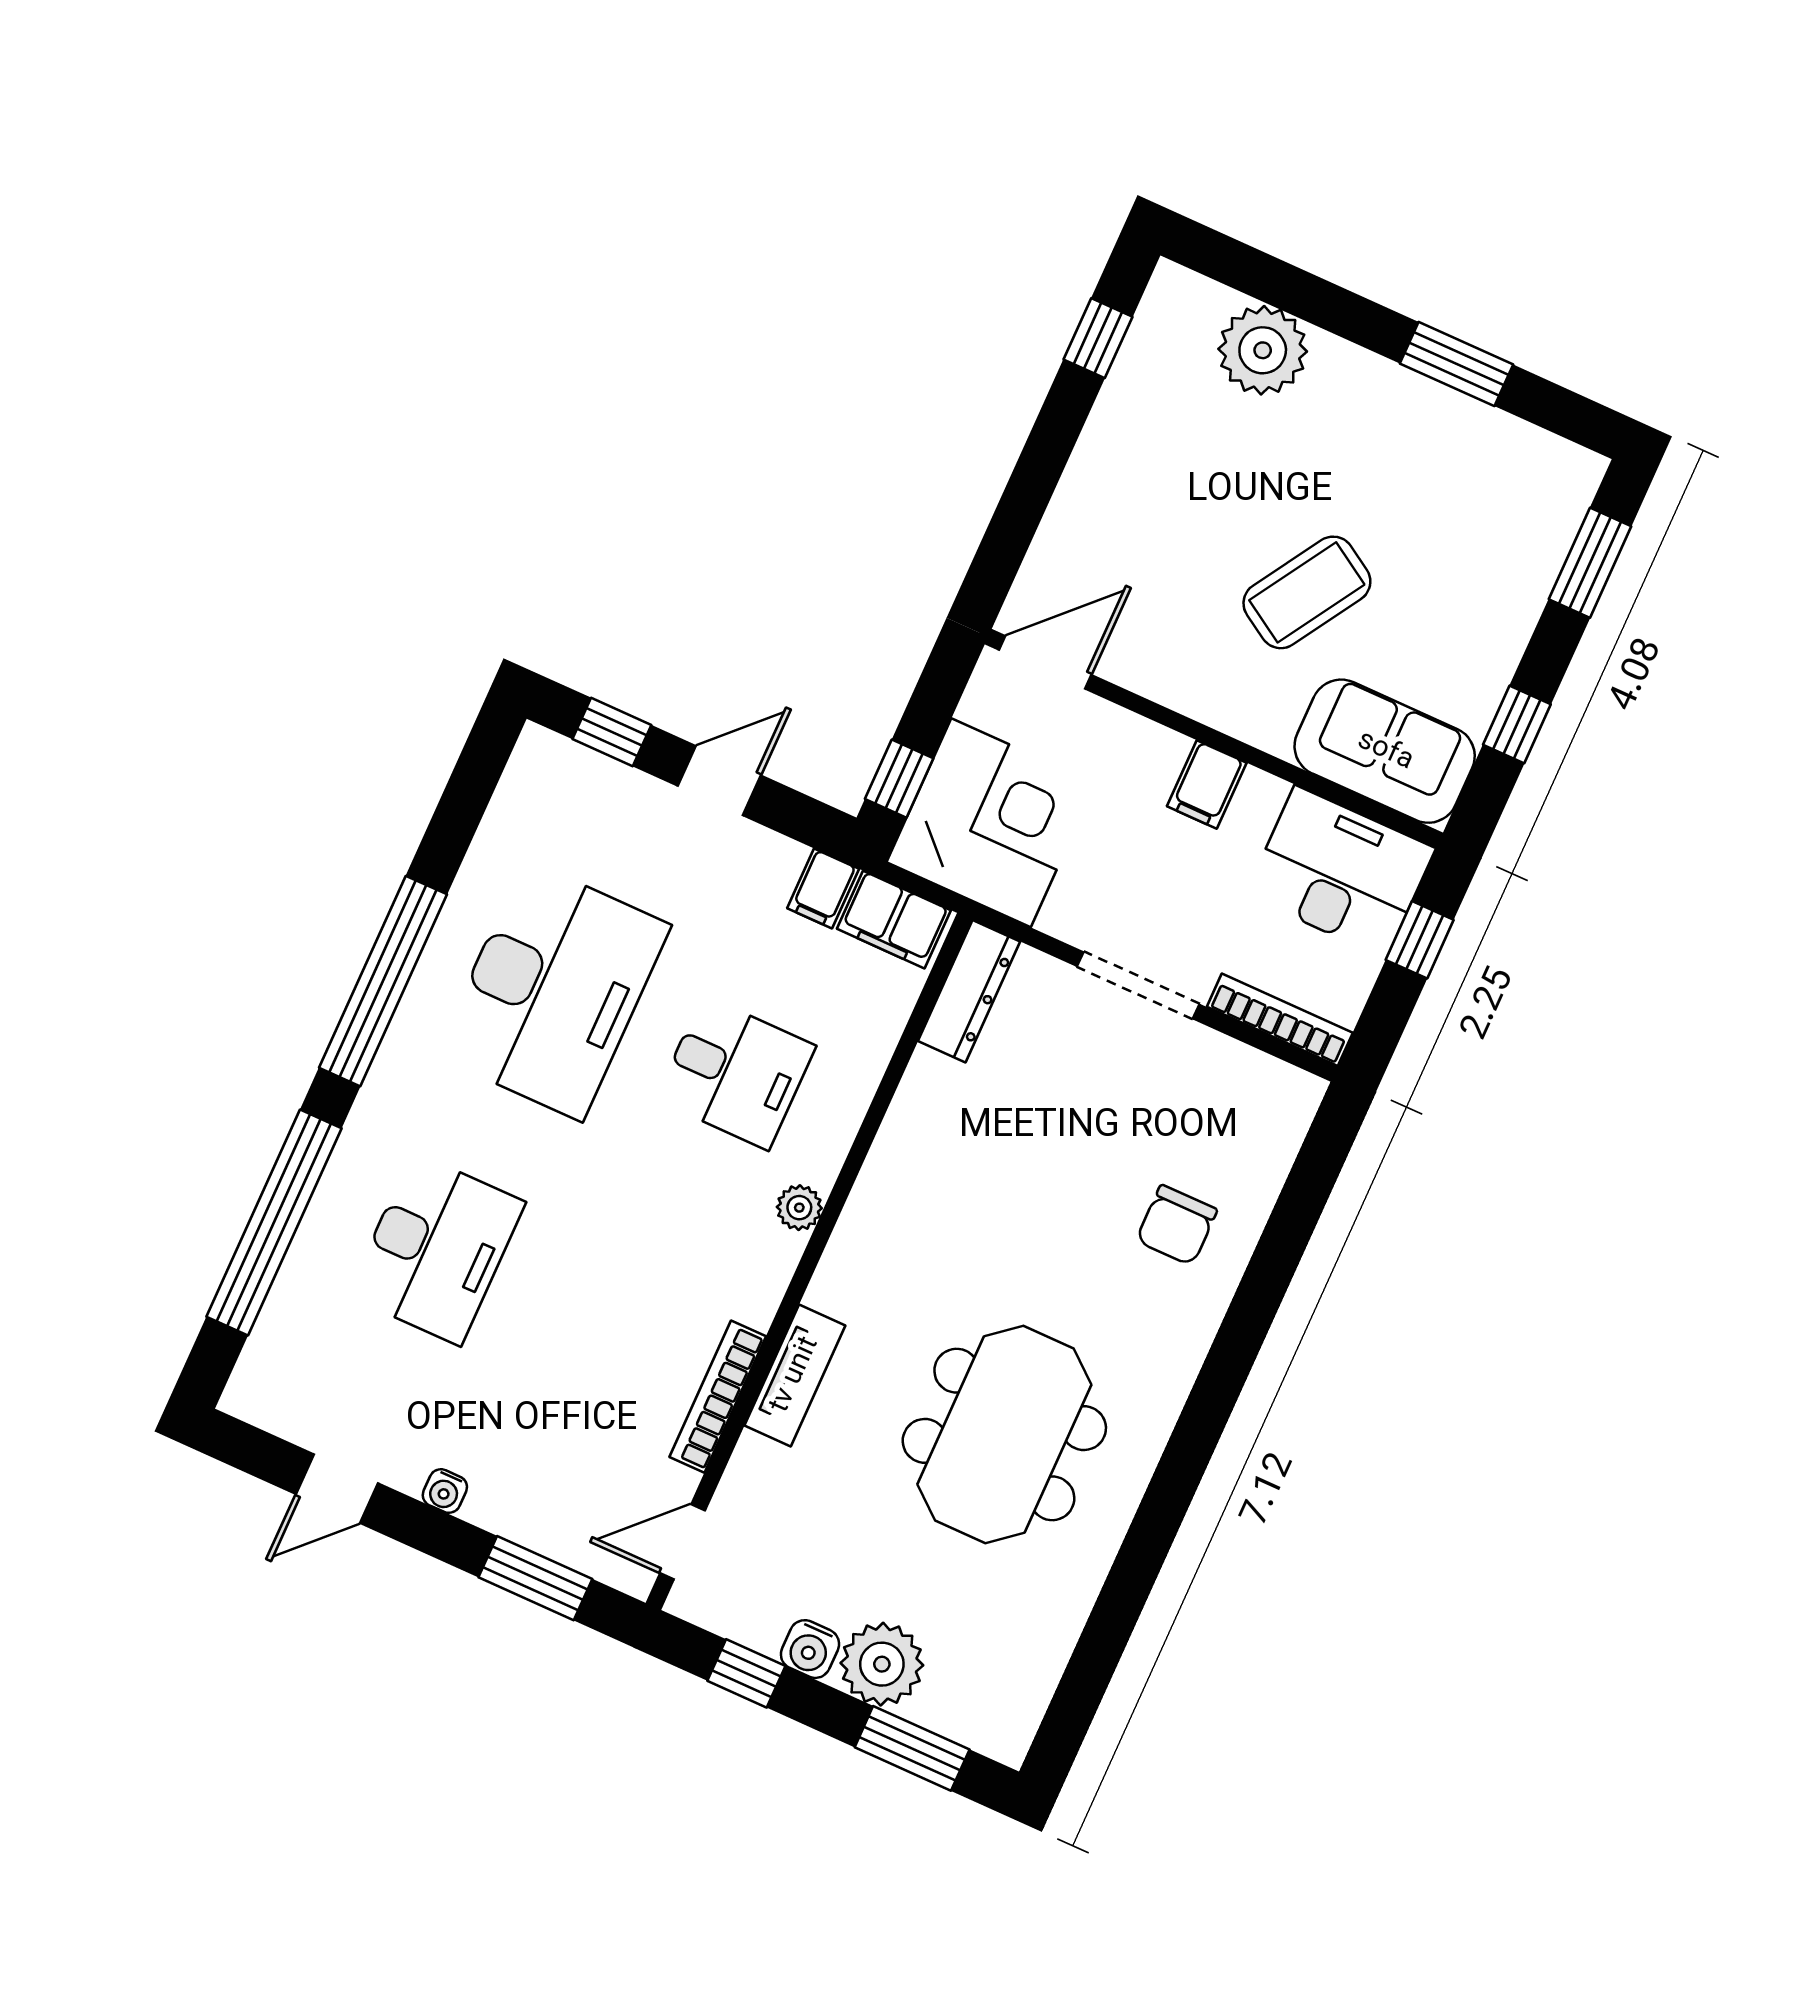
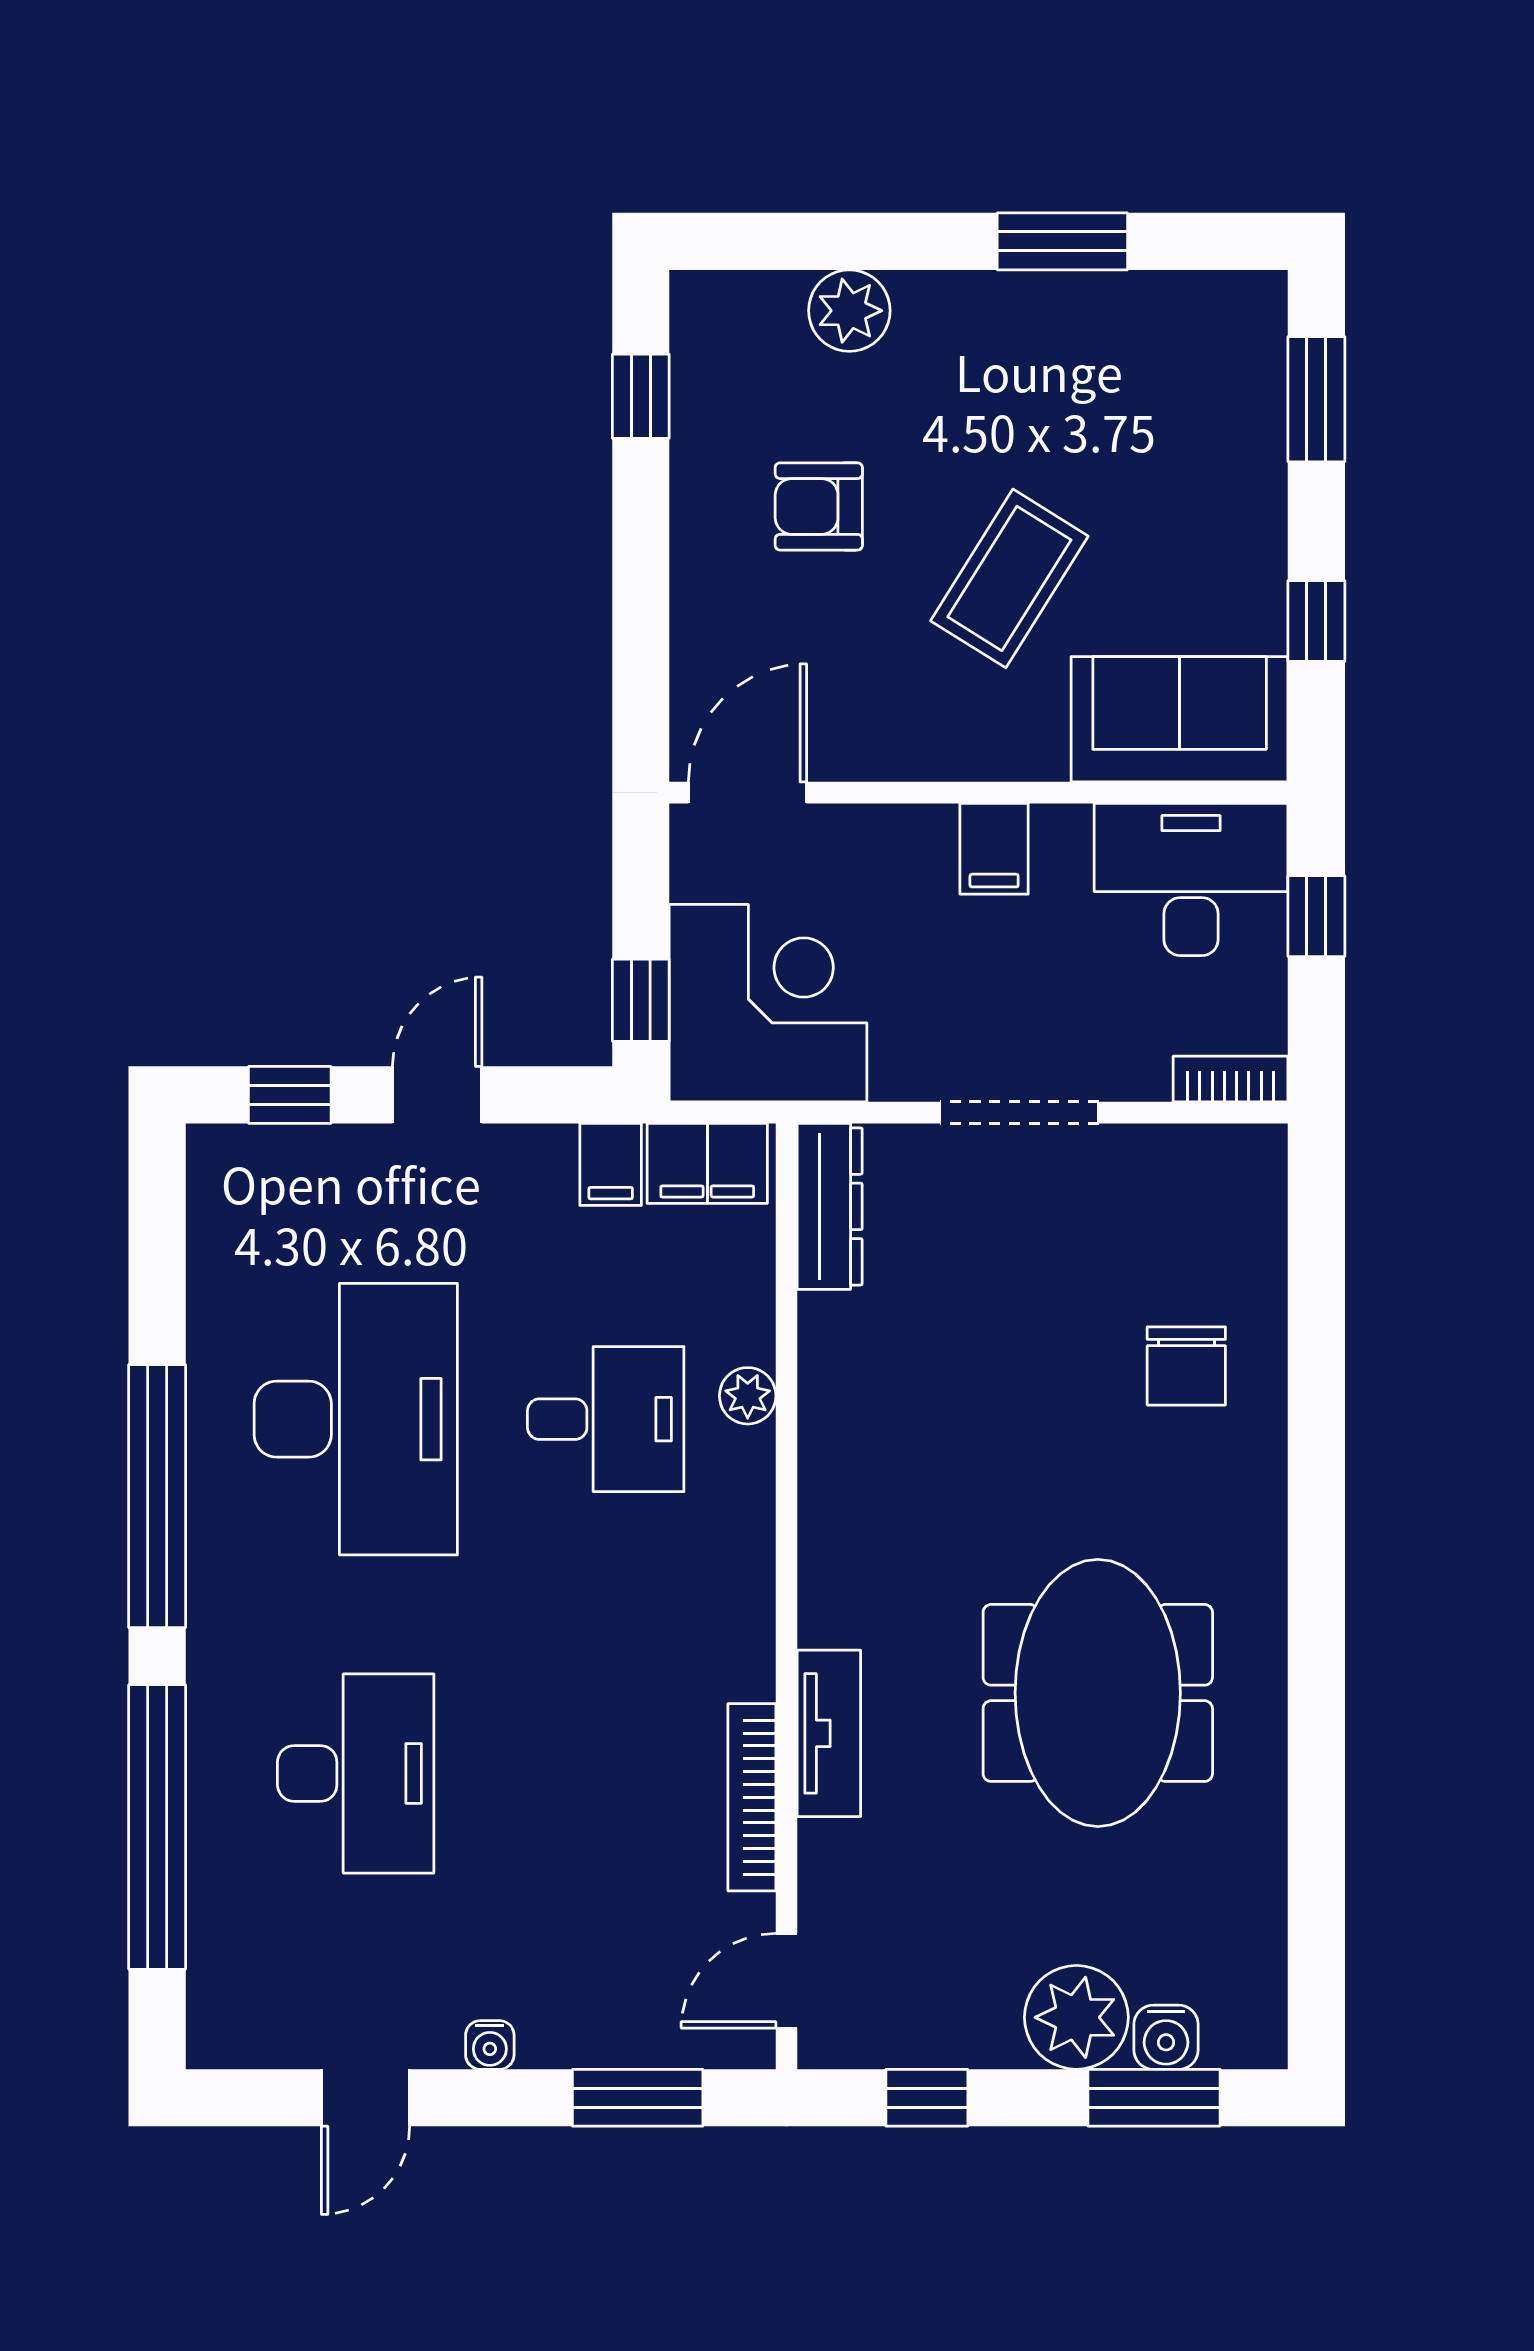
plant: (1263, 350) -> (849, 311), width x0.73, depth x0.73
armchair: (1192, 477) -> (819, 506), added
bookcase: (1280, 1020) -> (1231, 1079), width x0.64
plant: (799, 1208) -> (748, 1396), moved
water cooler: (810, 1649) -> (1166, 2037), moved

